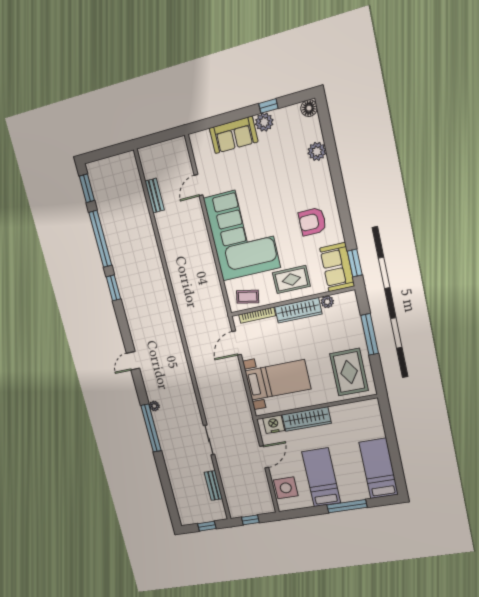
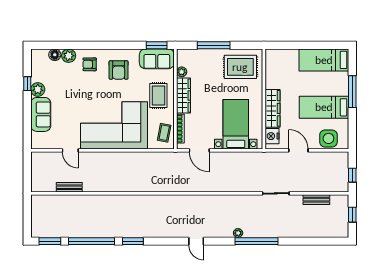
floor lamp: (309, 108) -> (55, 55), moved
armchair: (312, 182) -> (90, 64), added

